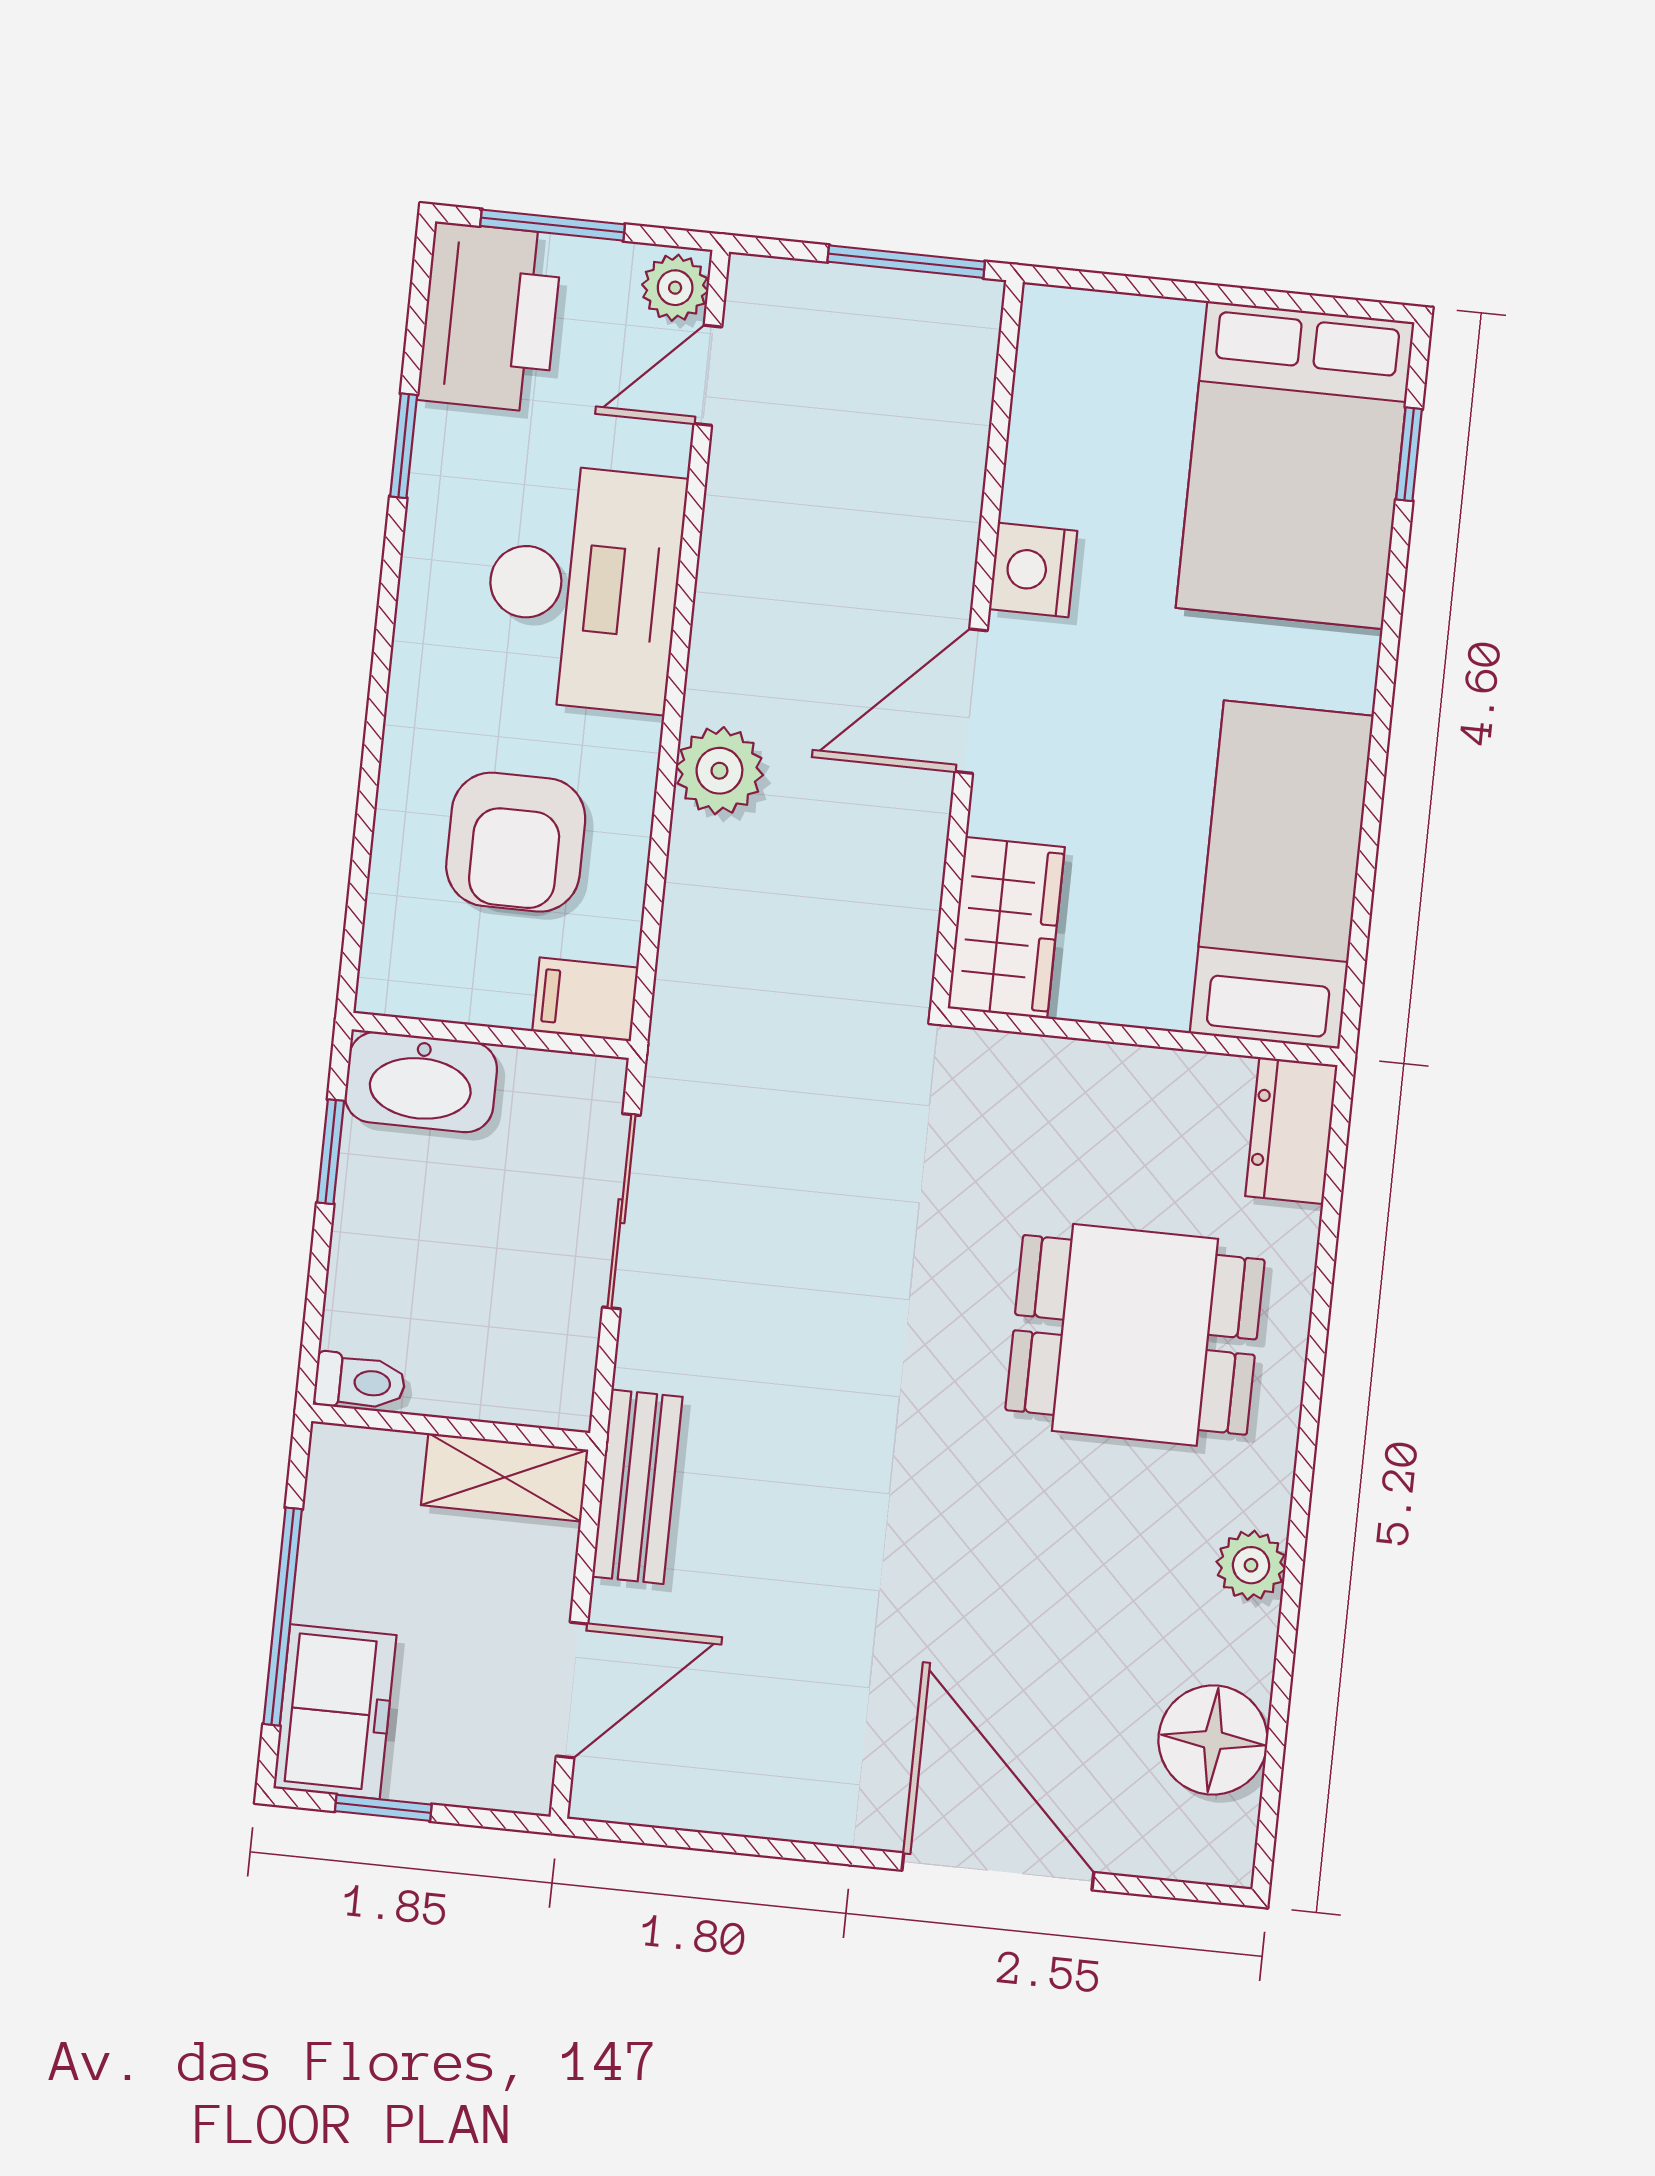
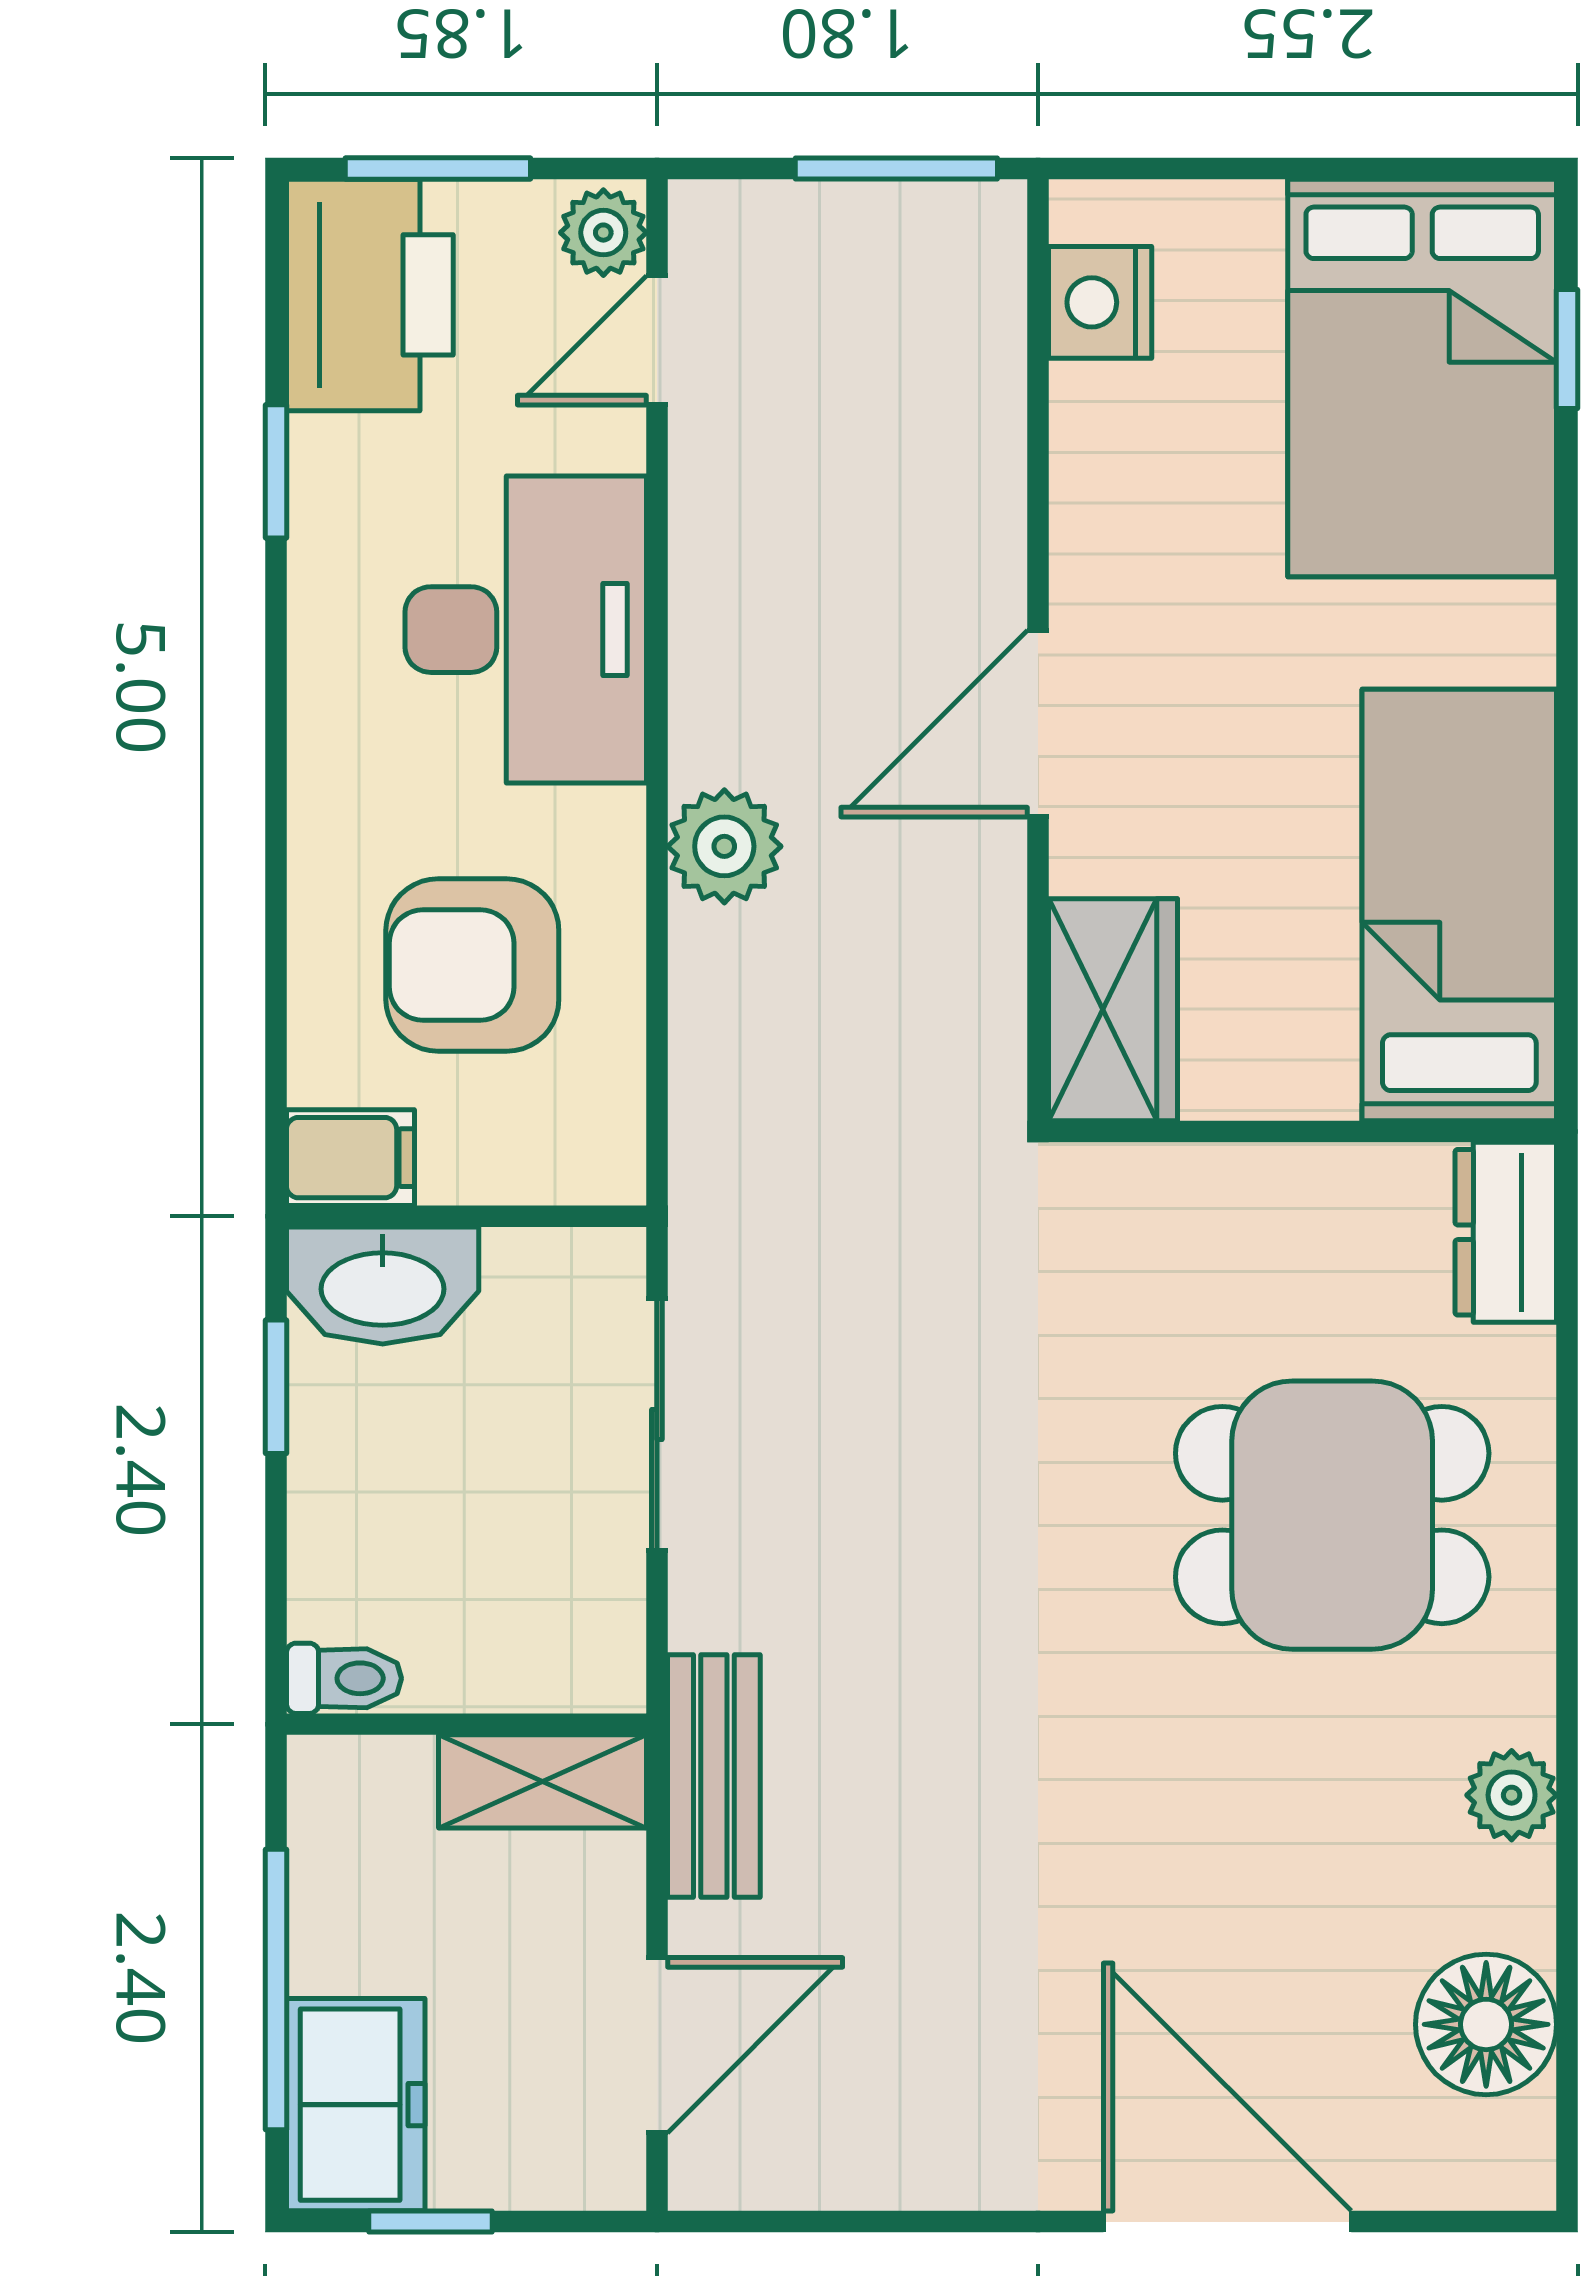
nightstand: (1033, 570) -> (1100, 302), moved
armchair: (516, 842) -> (472, 965), turned 90
filing cabinet: (585, 999) -> (351, 1158), moved, turned 180

